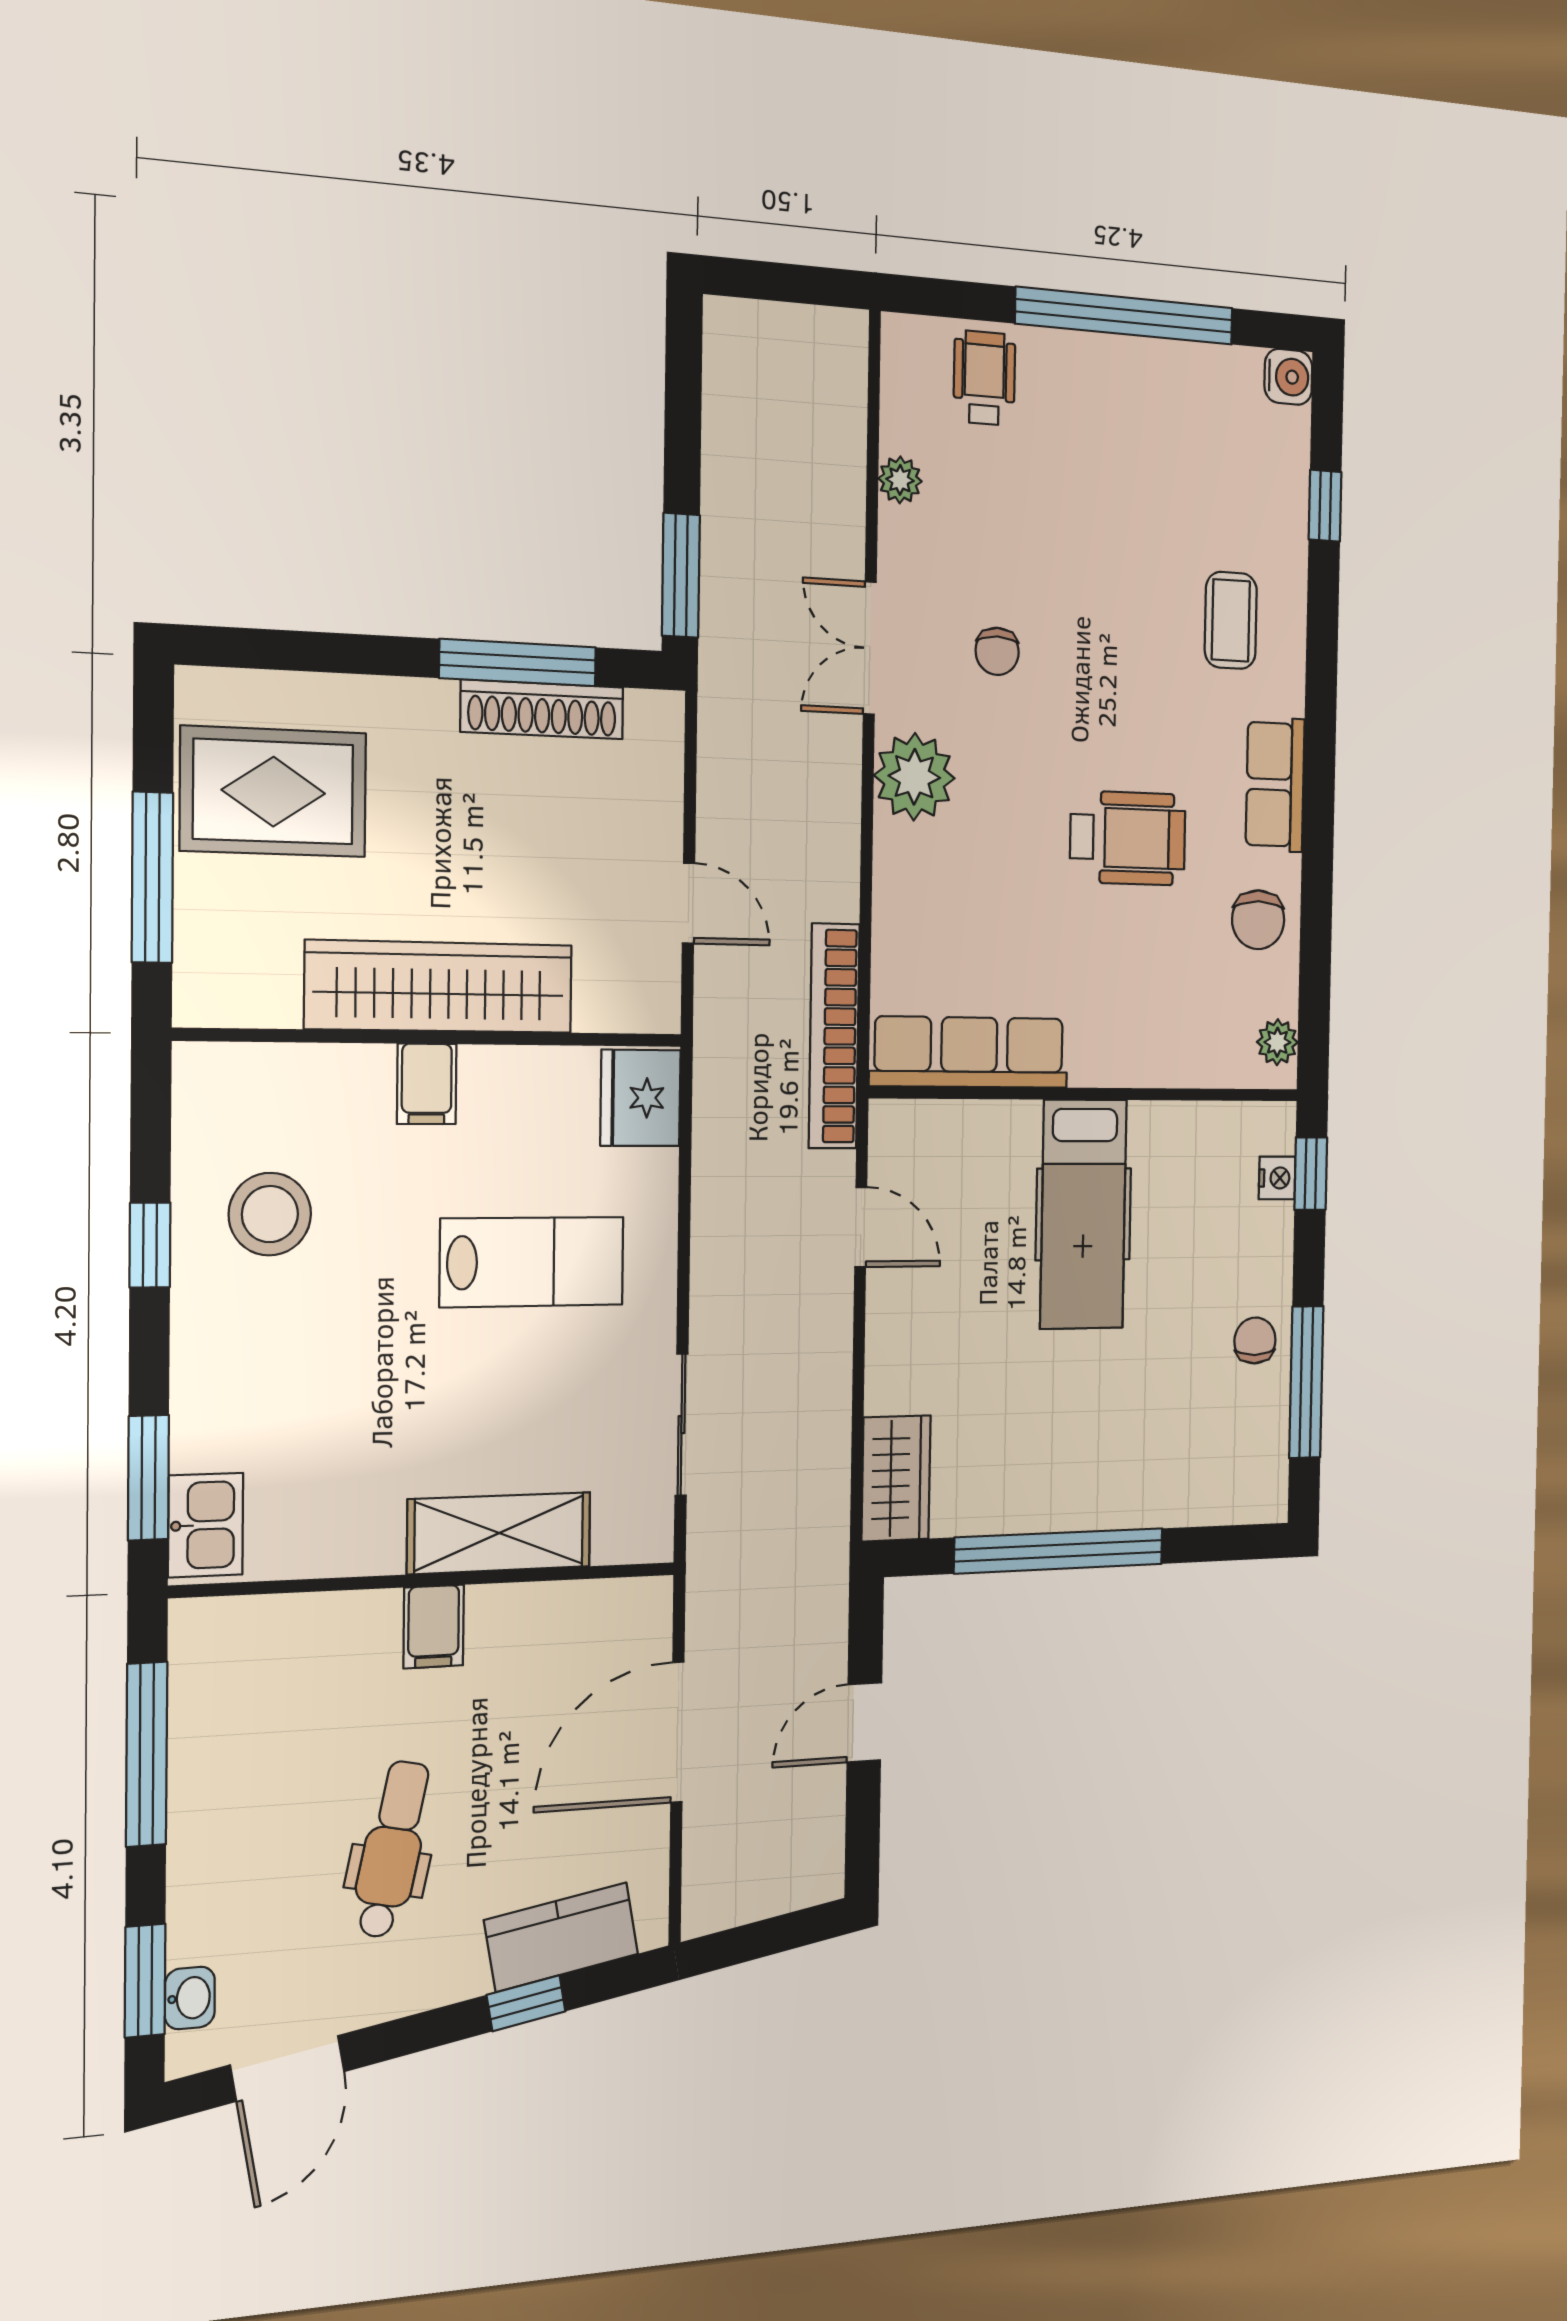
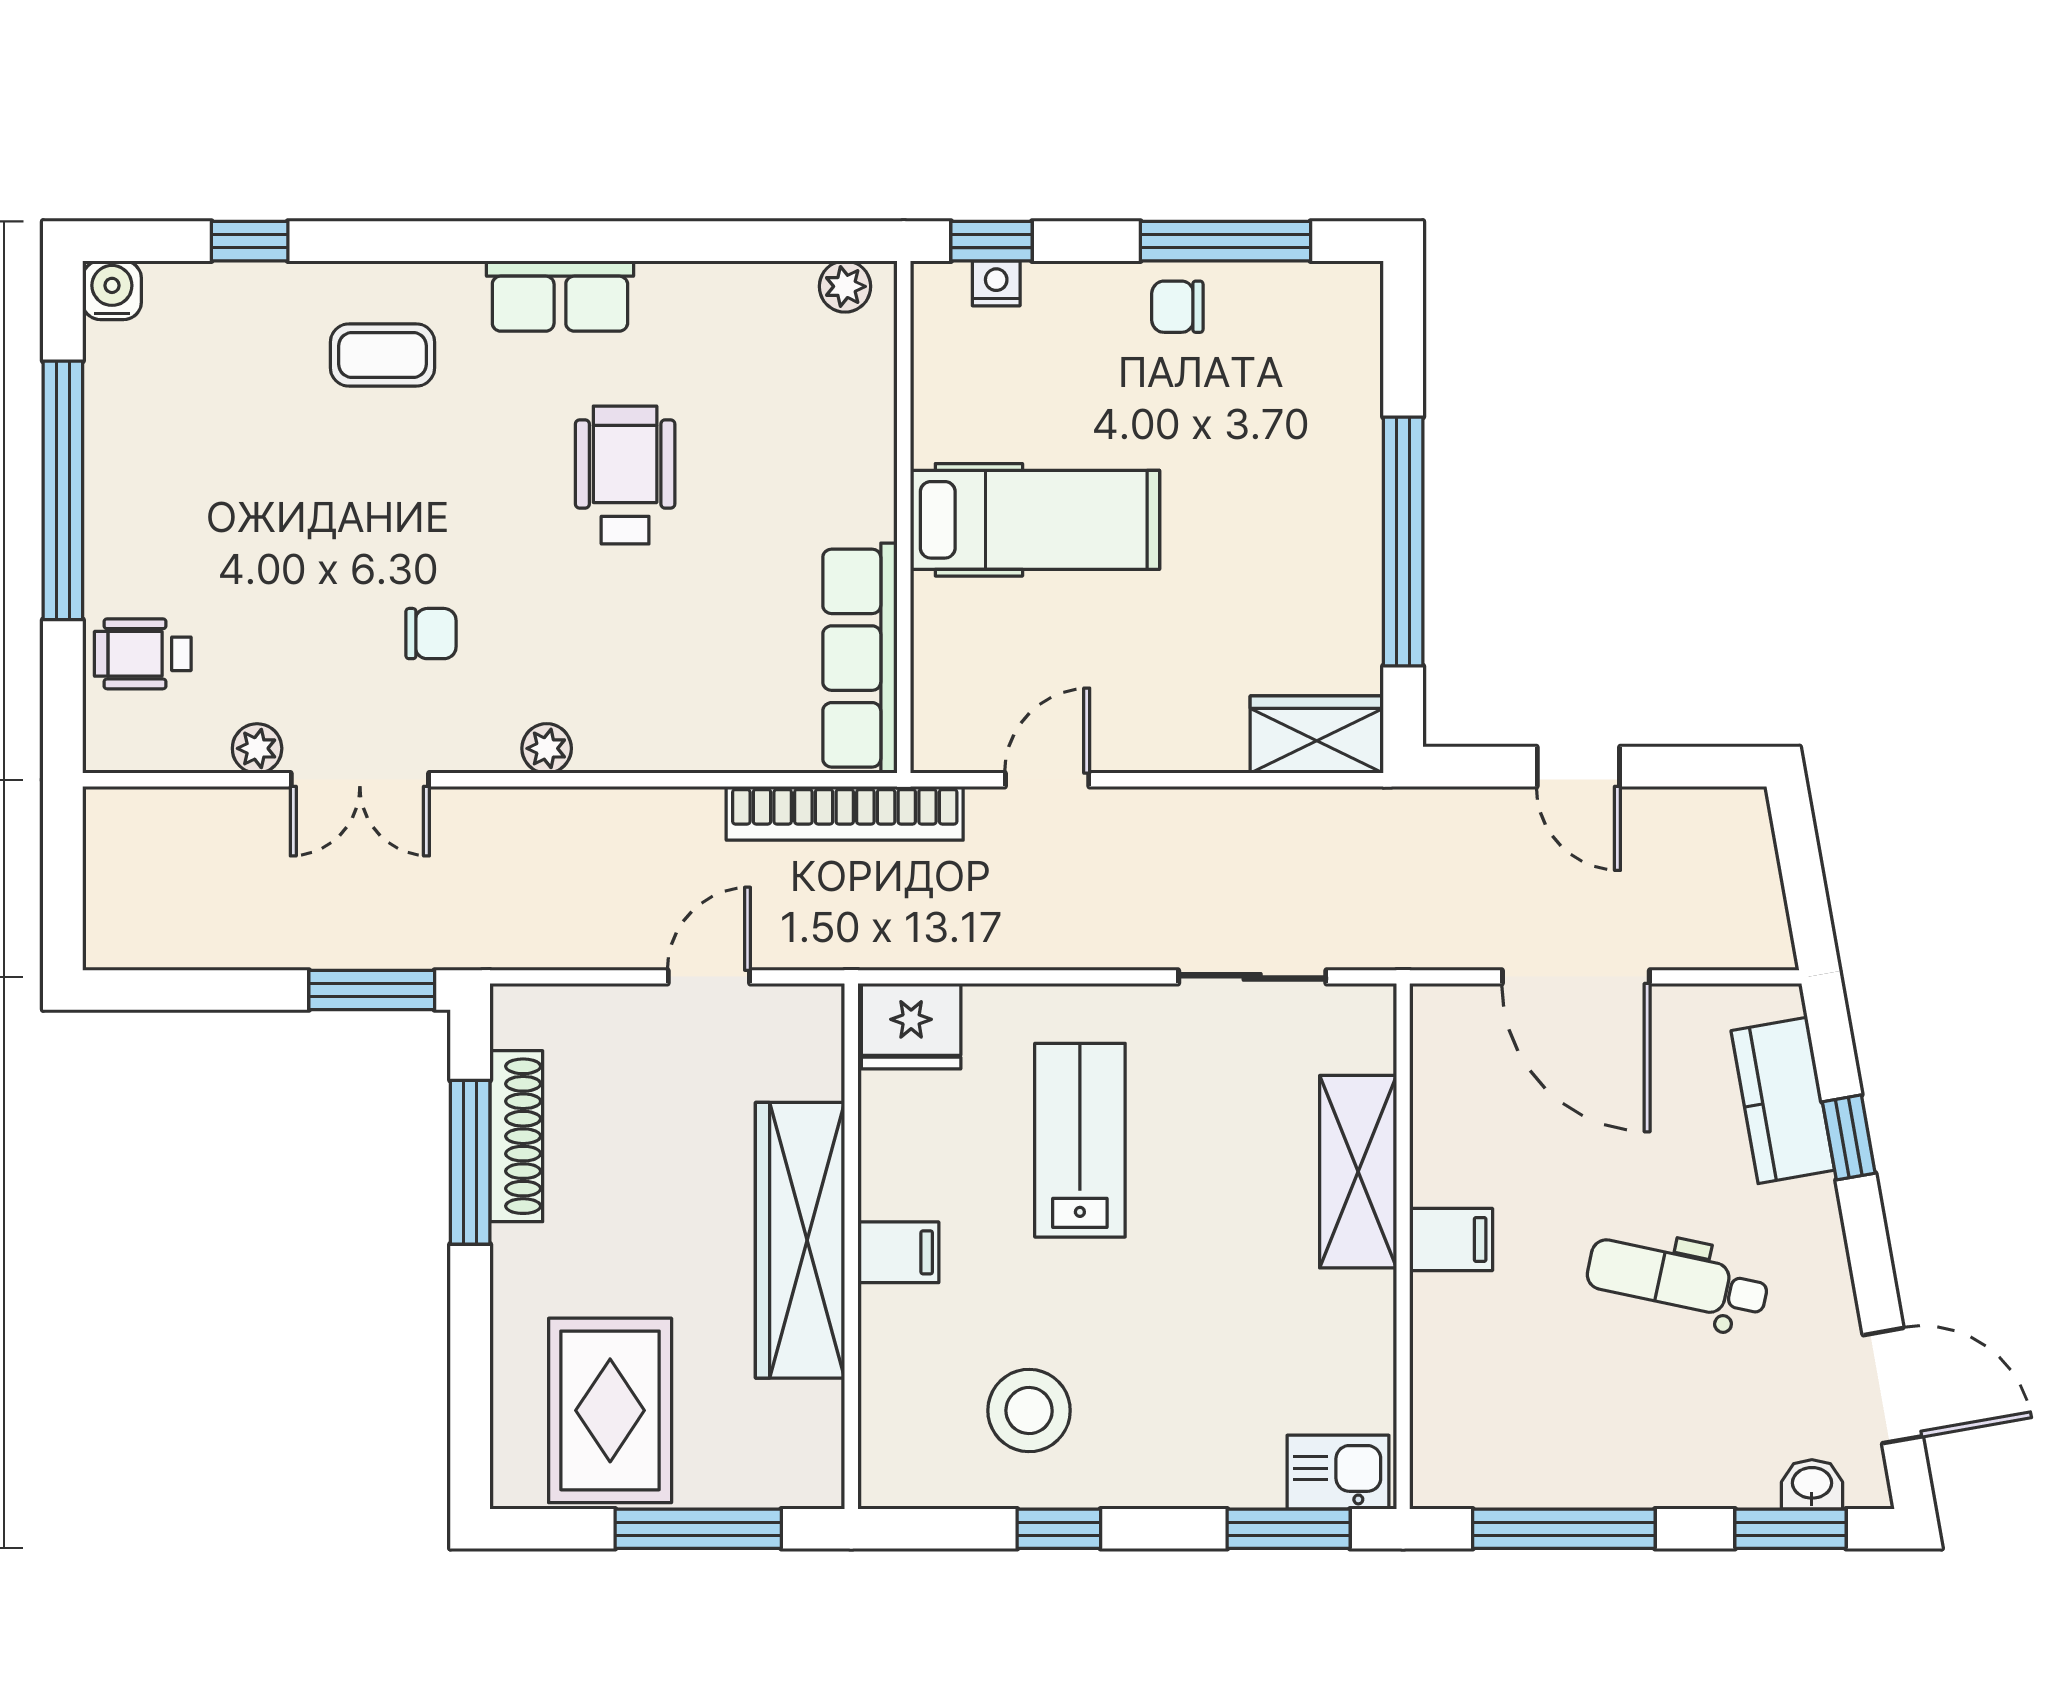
double door: (870, 648) -> (360, 780), moved
plant: (914, 777) -> (547, 748), width x0.53, depth x0.53
chair: (1258, 920) -> (710, 314), removed

